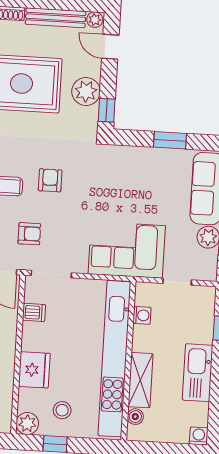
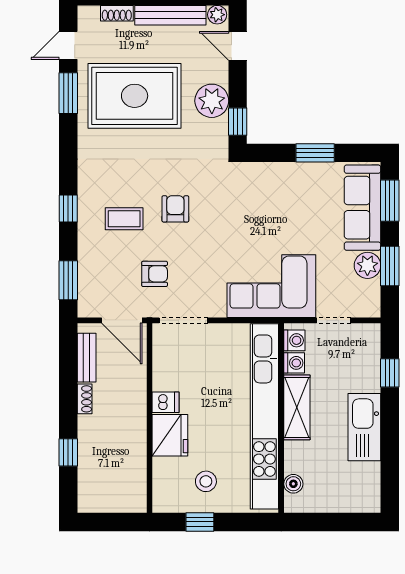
dishwasher: (34, 312) -> (166, 402), moved
shelving: (140, 380) -> (297, 407), moved
plant: (27, 424) -> (166, 500), removed
washing machine: (199, 436) -> (294, 340), moved, turned 90

